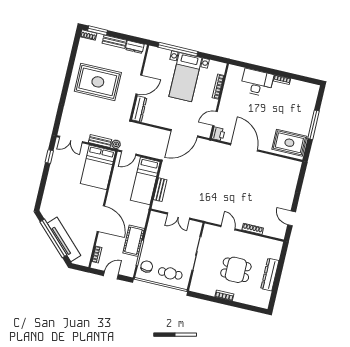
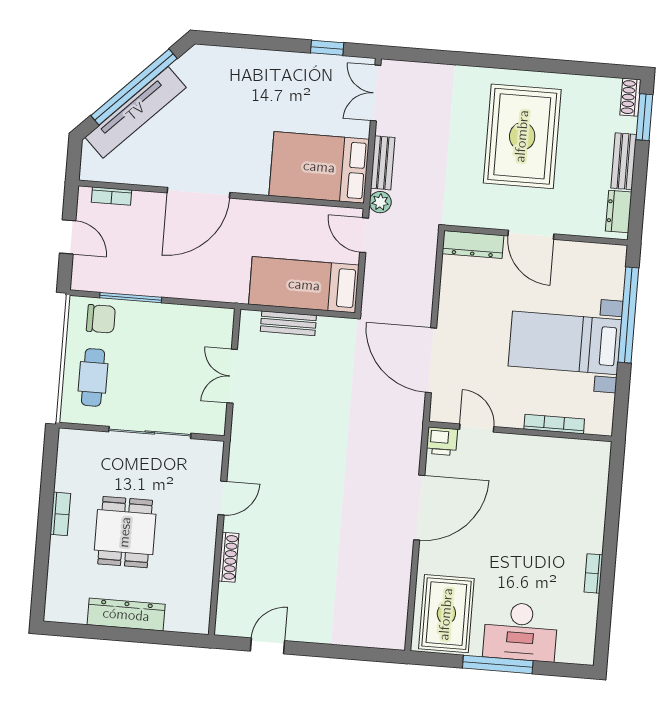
desk: (257, 83) -> (520, 632), moved, turned 90
cot: (134, 241) -> (157, 278), removed

